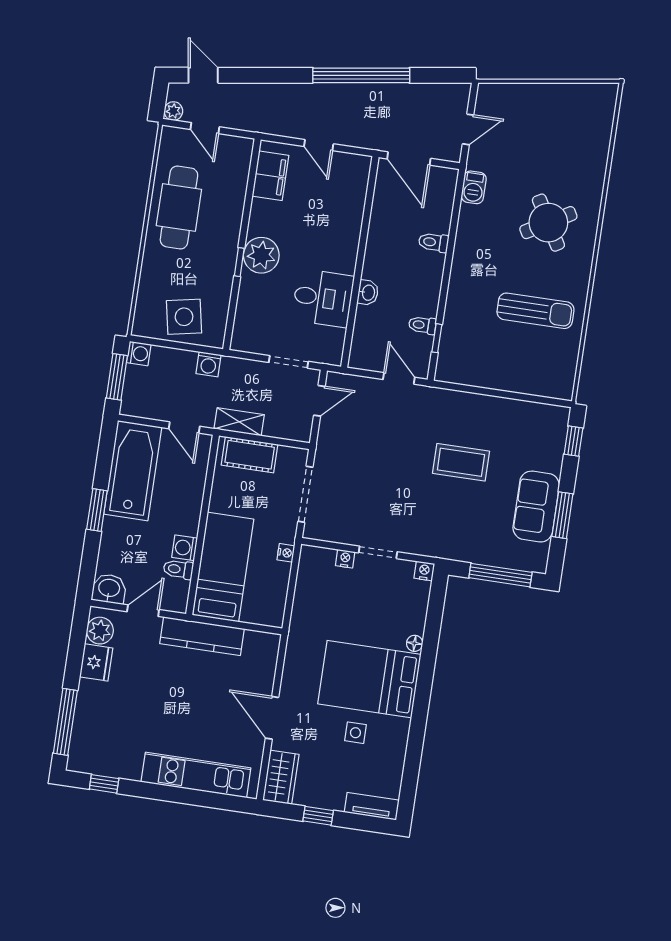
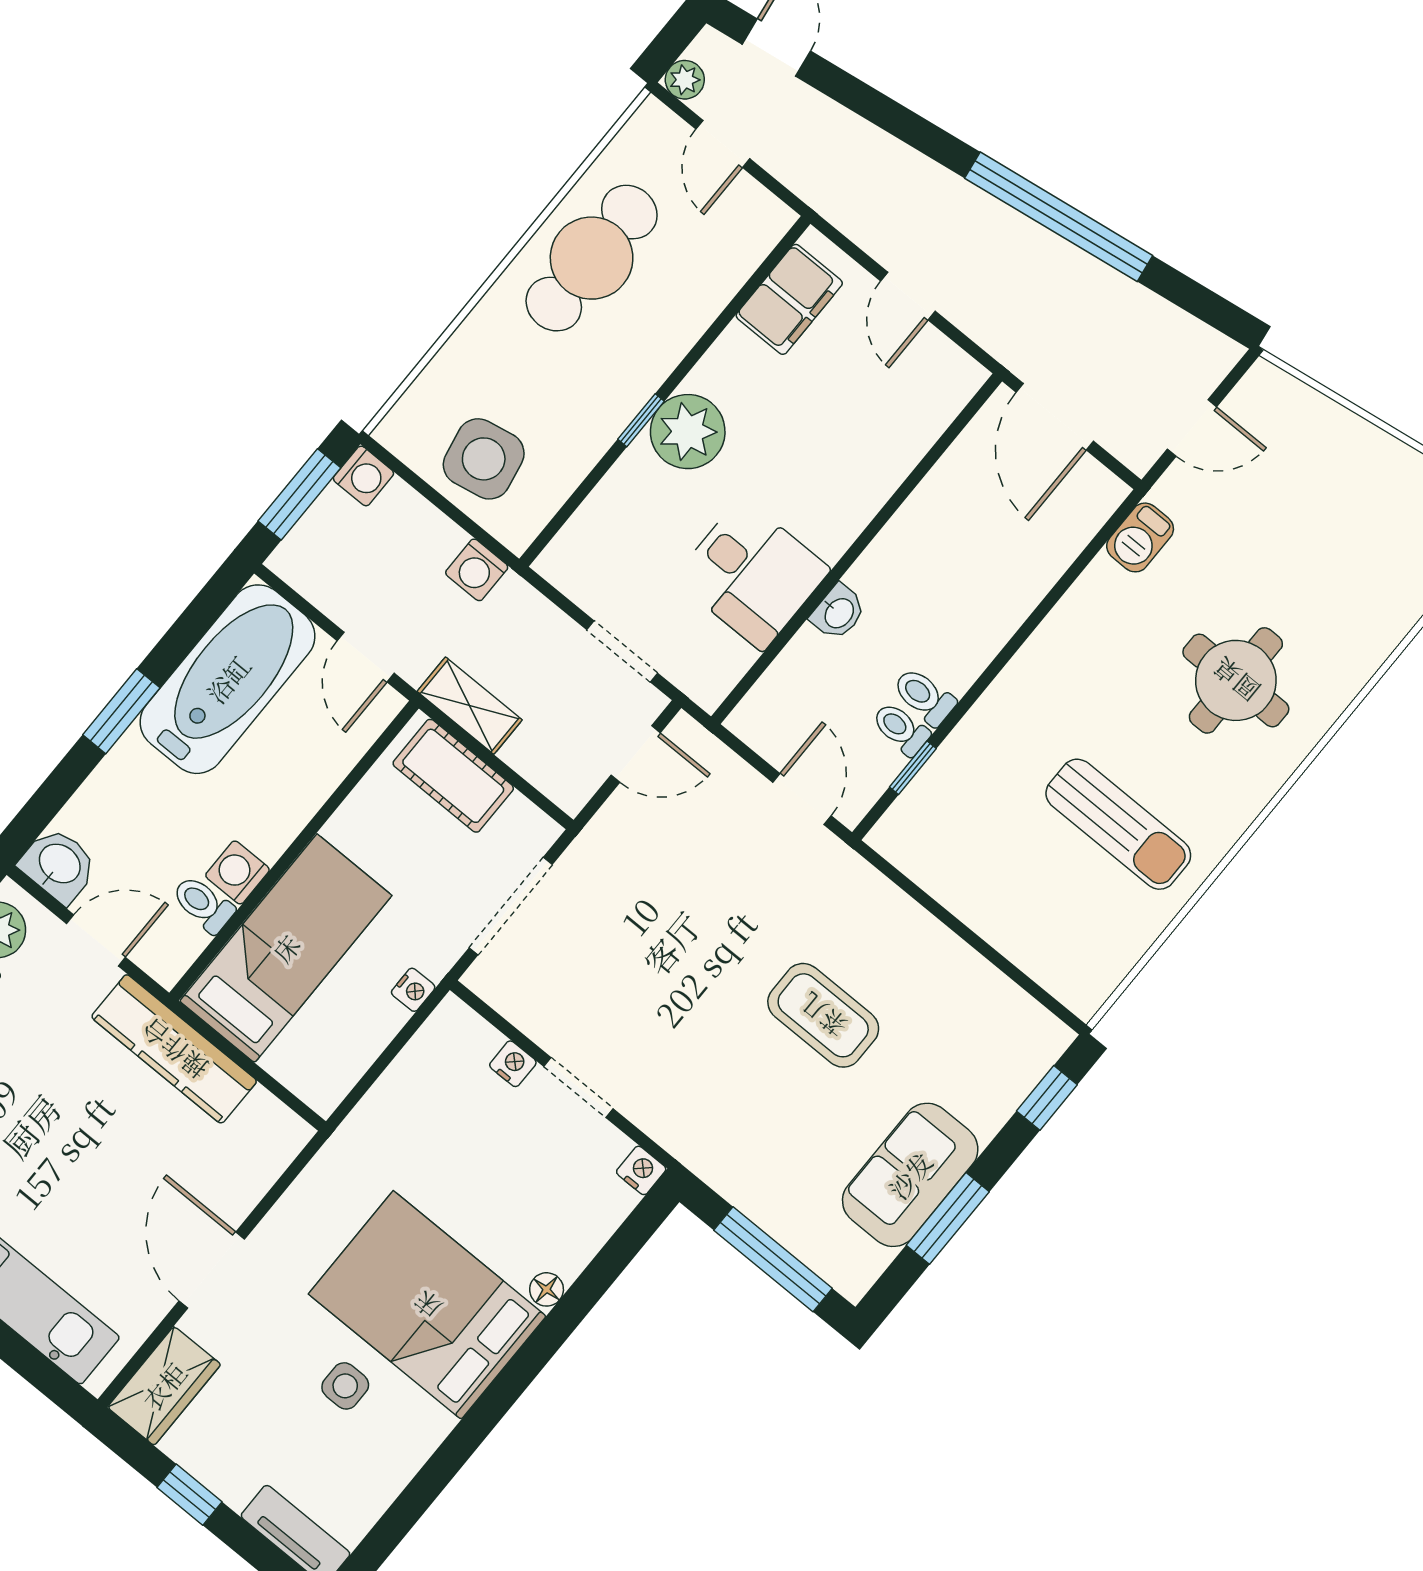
round table: (548, 223) -> (1236, 680), turned 30
toilet: (434, 242) -> (924, 697), moved

